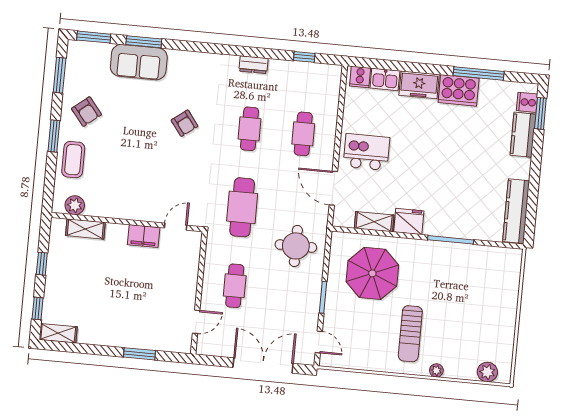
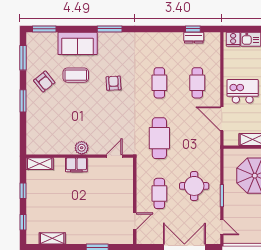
window: (144, 42) -> (110, 29), moved
dresser: (254, 65) -> (194, 38), moved
armchair: (185, 123) -> (114, 83), turned -146
coffee table: (73, 160) -> (76, 75), moved, turned 90
plant: (75, 205) -> (82, 148), moved
shelving: (85, 229) -> (40, 164), moved
filing cabinet: (144, 236) -> (76, 165), moved
round table: (296, 246) -> (194, 186), moved
shelving: (58, 333) -> (52, 238), moved

